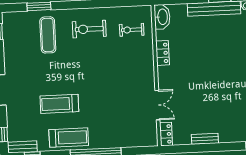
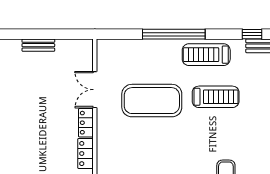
exercise mat: (111, 98) -> (152, 101), added
locker: (166, 134) -> (86, 123), moved

